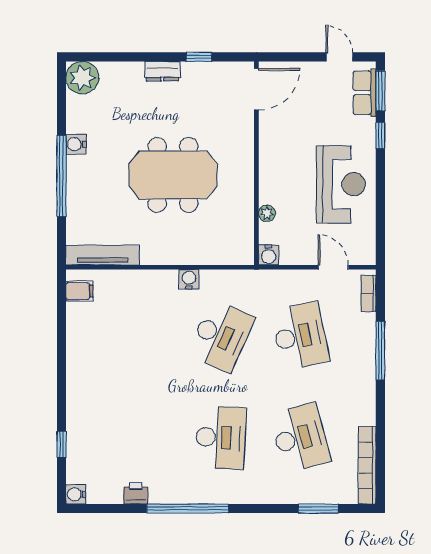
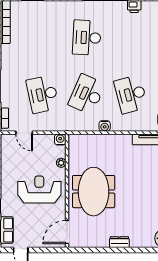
window: (199, 57) -> (99, 250), removed
meeting table: (173, 175) -> (94, 192), moved, turned 90
reception desk: (341, 184) -> (39, 189), moved, turned 90
desk: (300, 438) -> (131, 94), moved

